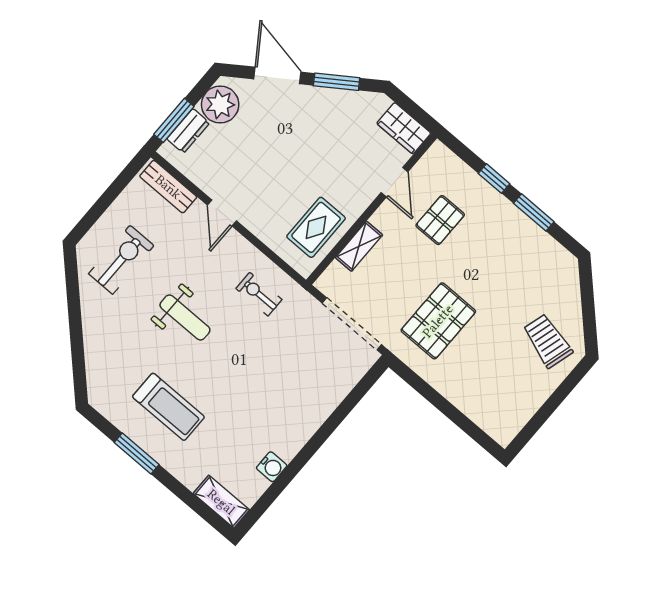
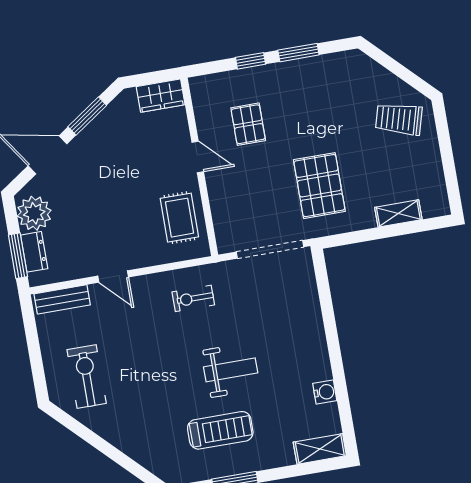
door: (394, 182) -> (198, 157), moved
shelving: (359, 246) -> (398, 213), moved, turned 90
weight bench: (185, 317) -> (231, 370), moved

